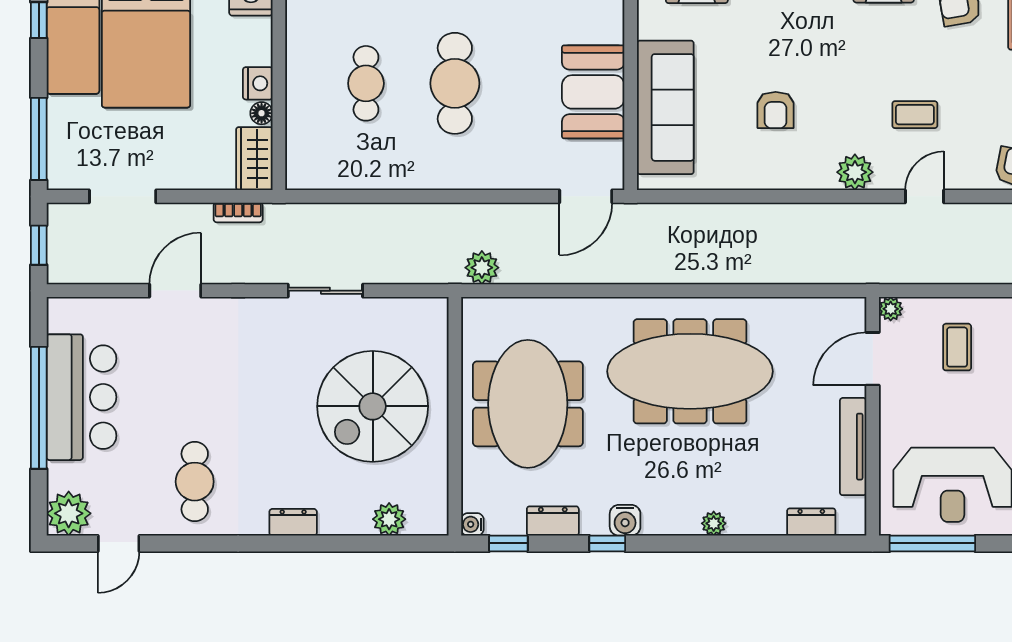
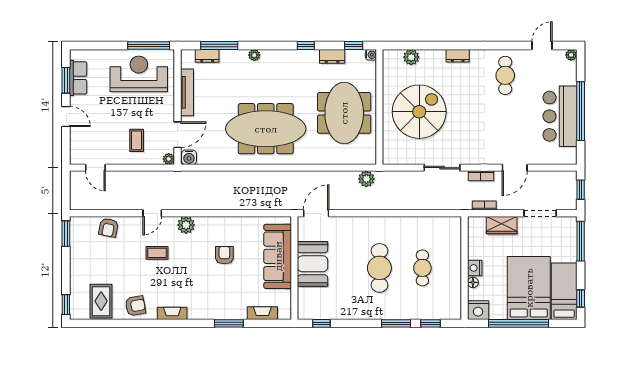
floor lamp: (262, 113) -> (473, 282), moved
wardrobe: (254, 159) -> (502, 225), moved, turned 90
bookcase: (245, 274) -> (481, 176), added
plant: (69, 513) -> (571, 55), width x0.53, depth x0.53
water cooler: (625, 520) -> (189, 157), moved, turned 180
window: (786, 543) -> (219, 45), added

